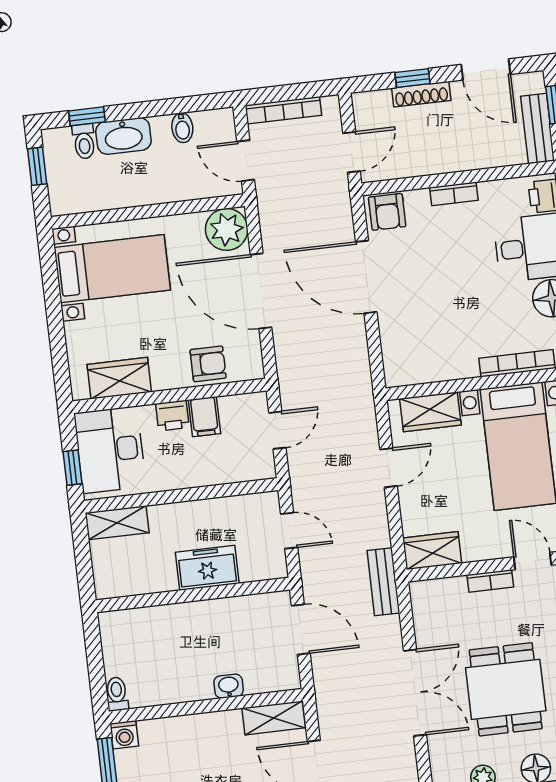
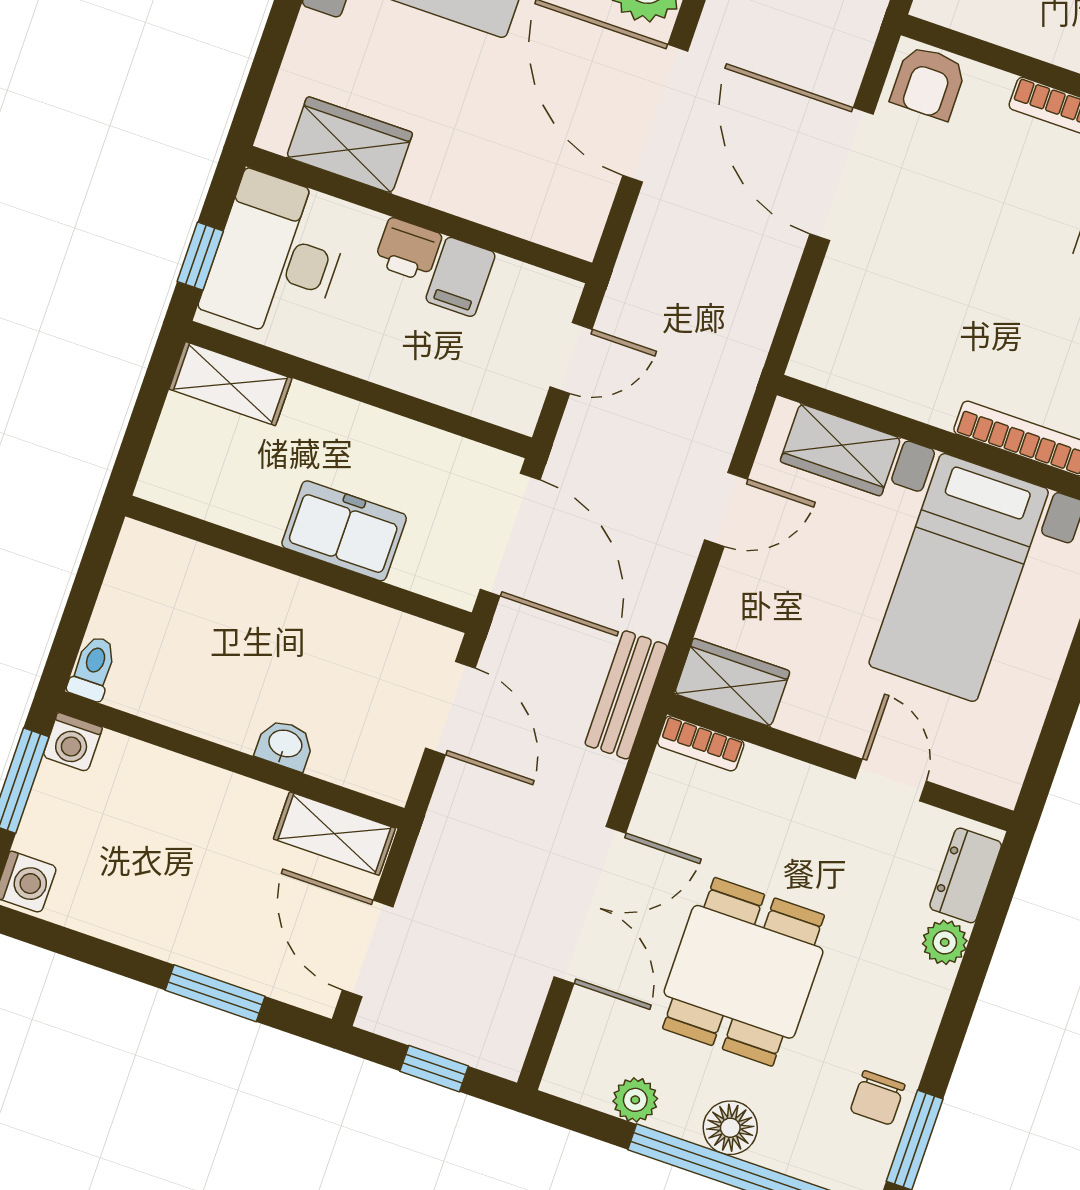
armchair: (208, 364) -> (509, 192), removed
door: (289, 531) -> (510, 534), width x1.87
bookcase: (490, 581) -> (701, 743), moved

